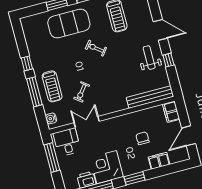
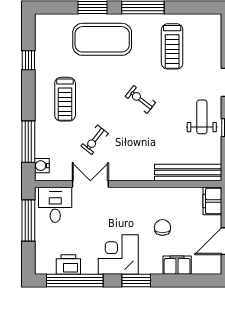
exercise bike: (96, 48) -> (140, 99), moved
window: (27, 63) -> (28, 60), moved
treadmill: (52, 86) -> (65, 99), moved
window: (34, 92) -> (28, 142), moved
corner desk: (107, 167) -> (118, 254), moved

